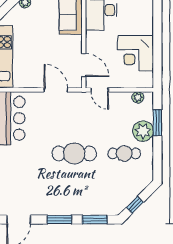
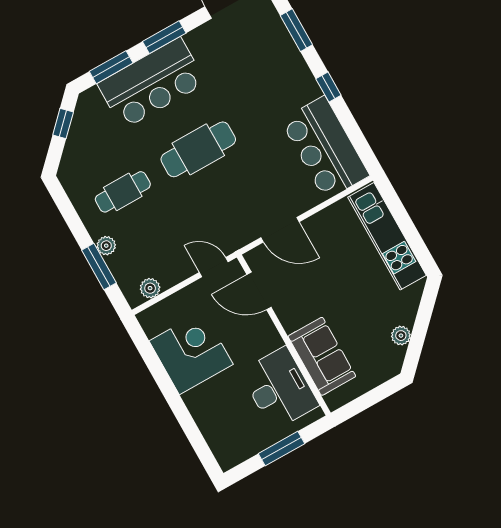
plant: (143, 131) -> (106, 246), width x0.53, depth x0.53
bar counter: (79, 200) -> (152, 83), added

